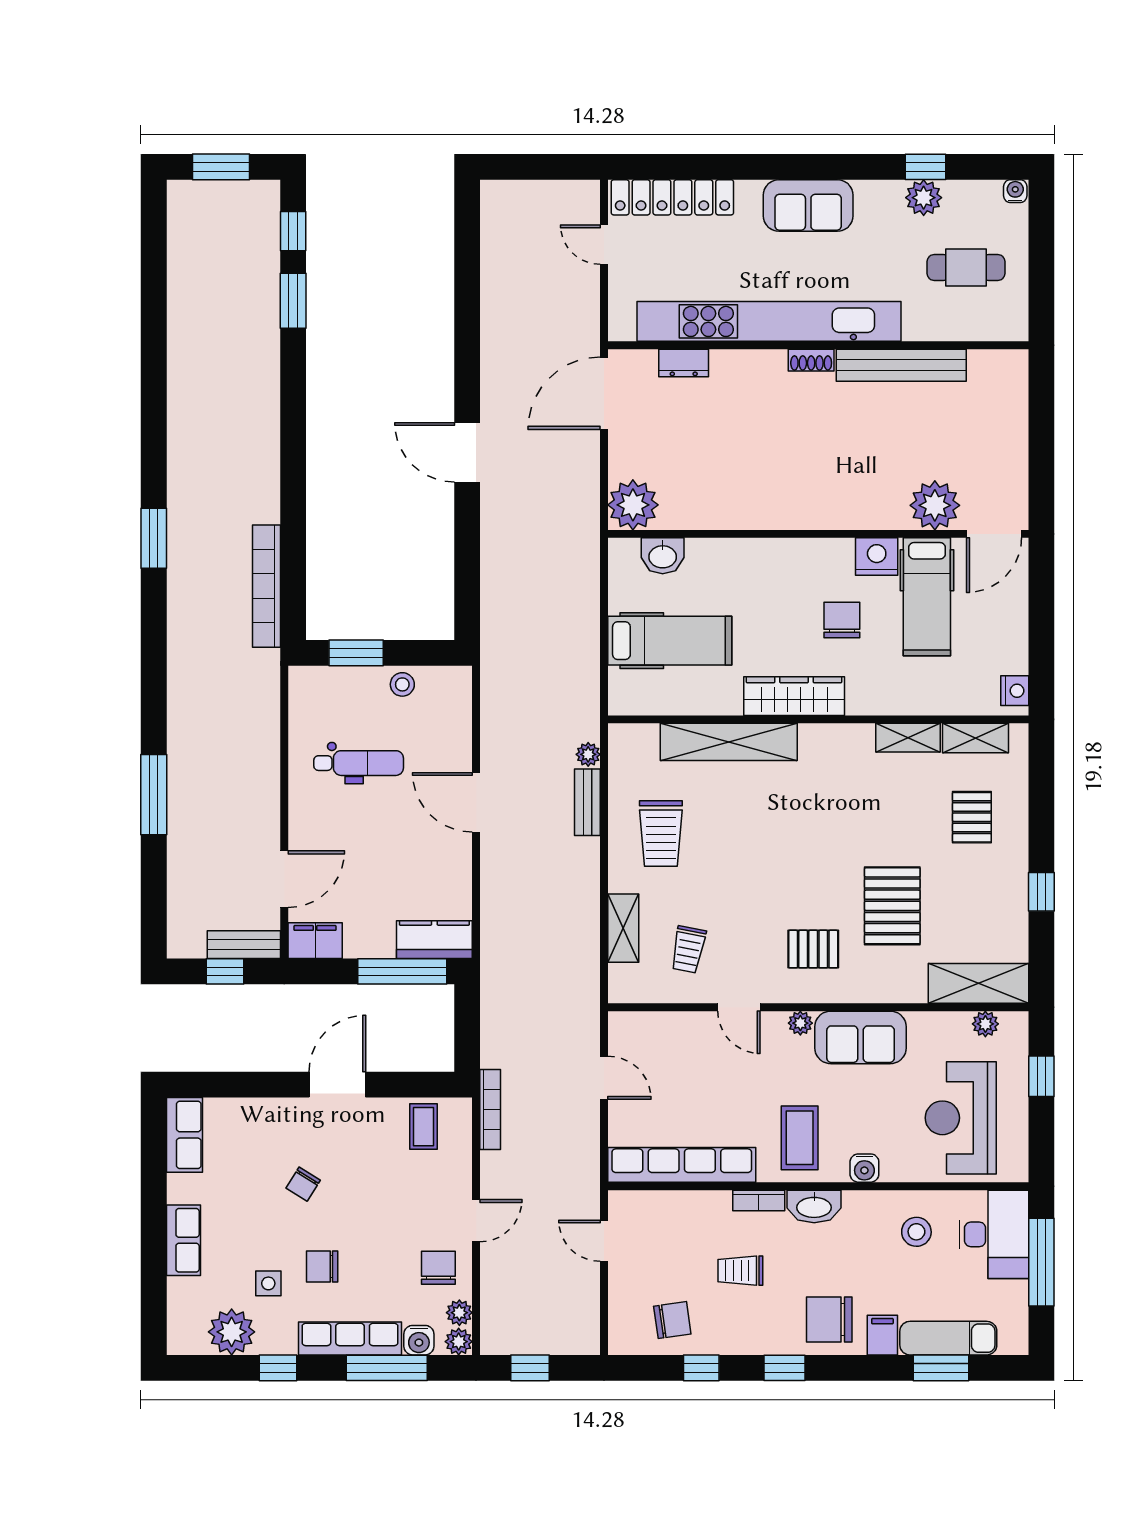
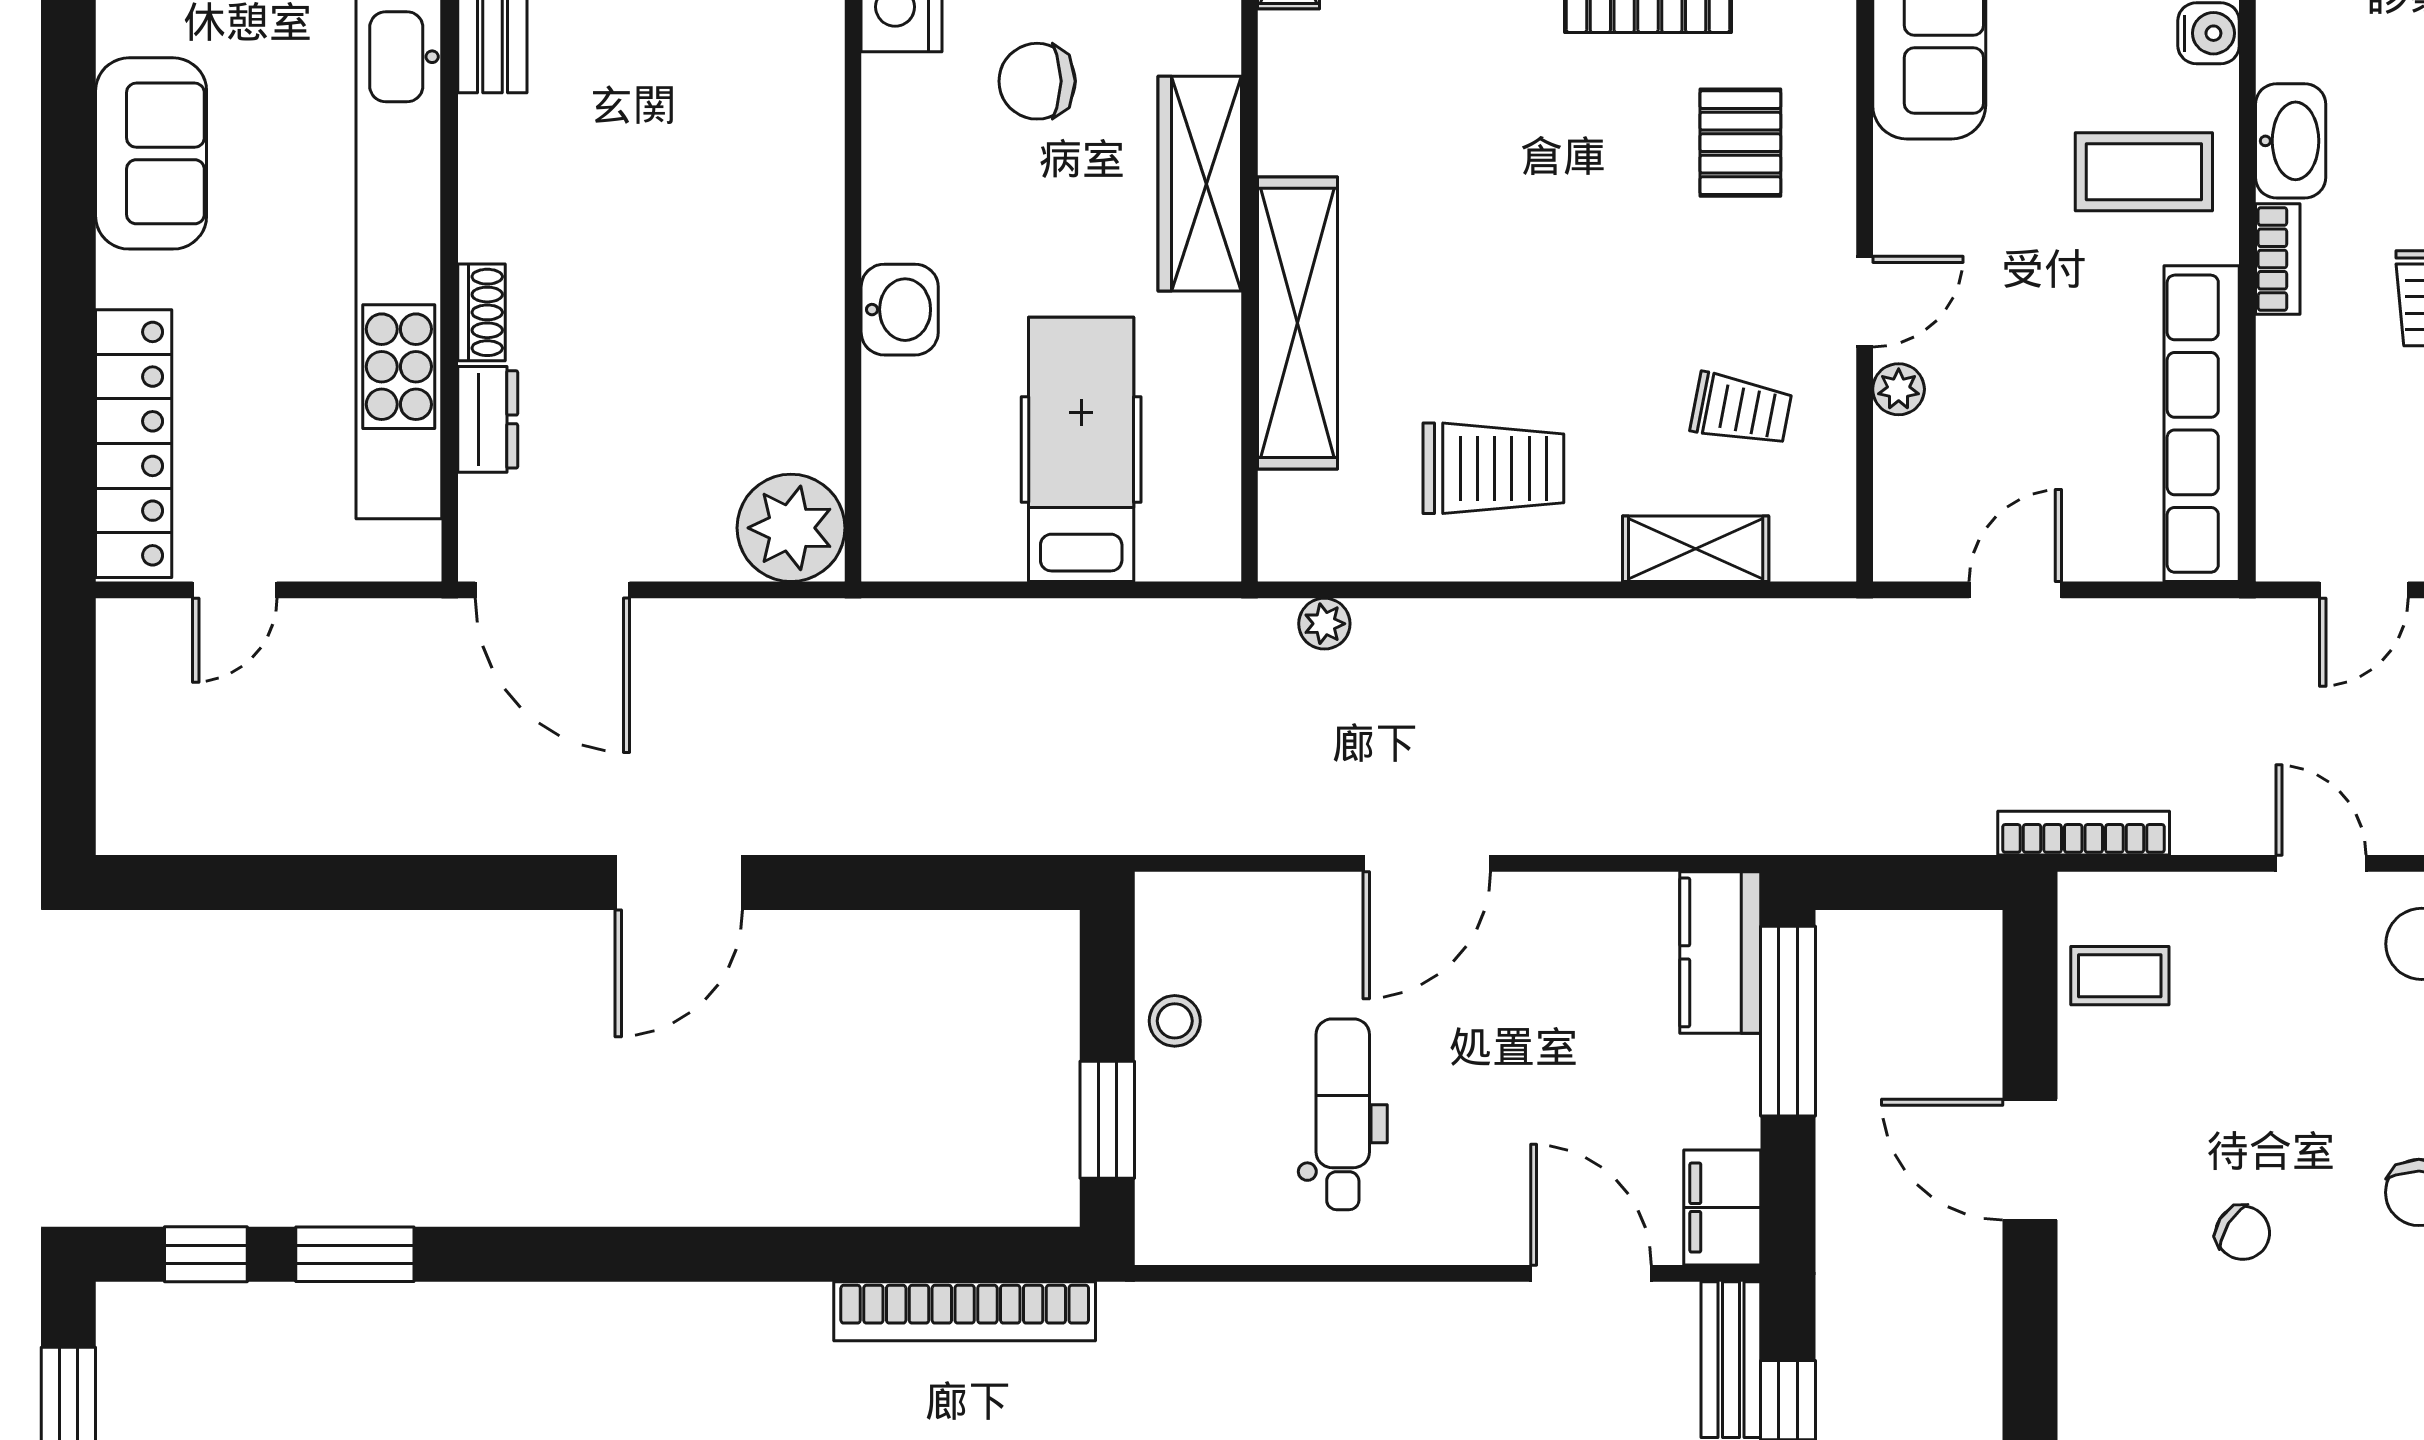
shoe rack: (811, 360) -> (482, 312), moved
washbasin: (663, 556) -> (900, 310), moved
bench: (587, 802) -> (1427, 625), removed
plant: (800, 1023) -> (1899, 389), moved

